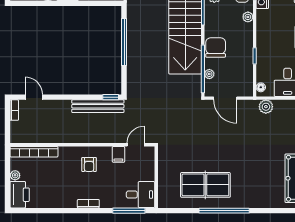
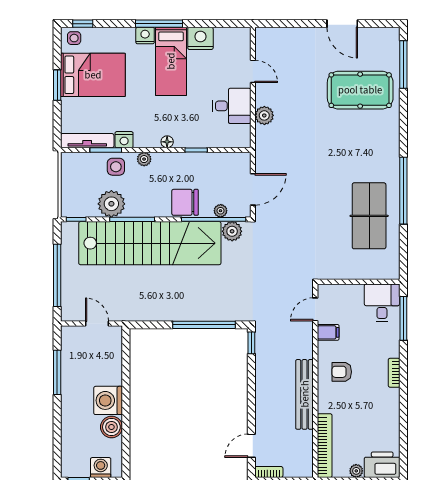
window: (124, 42) -> (204, 325), moved
plant: (194, 83) -> (232, 231), added
floor lamp: (261, 87) -> (167, 142), moved
bench: (98, 106) -> (305, 394), moved
plant: (266, 107) -> (264, 115), moved
door: (136, 145) -> (315, 309), hinge flipped
armchair: (89, 165) -> (342, 372), turned 180

